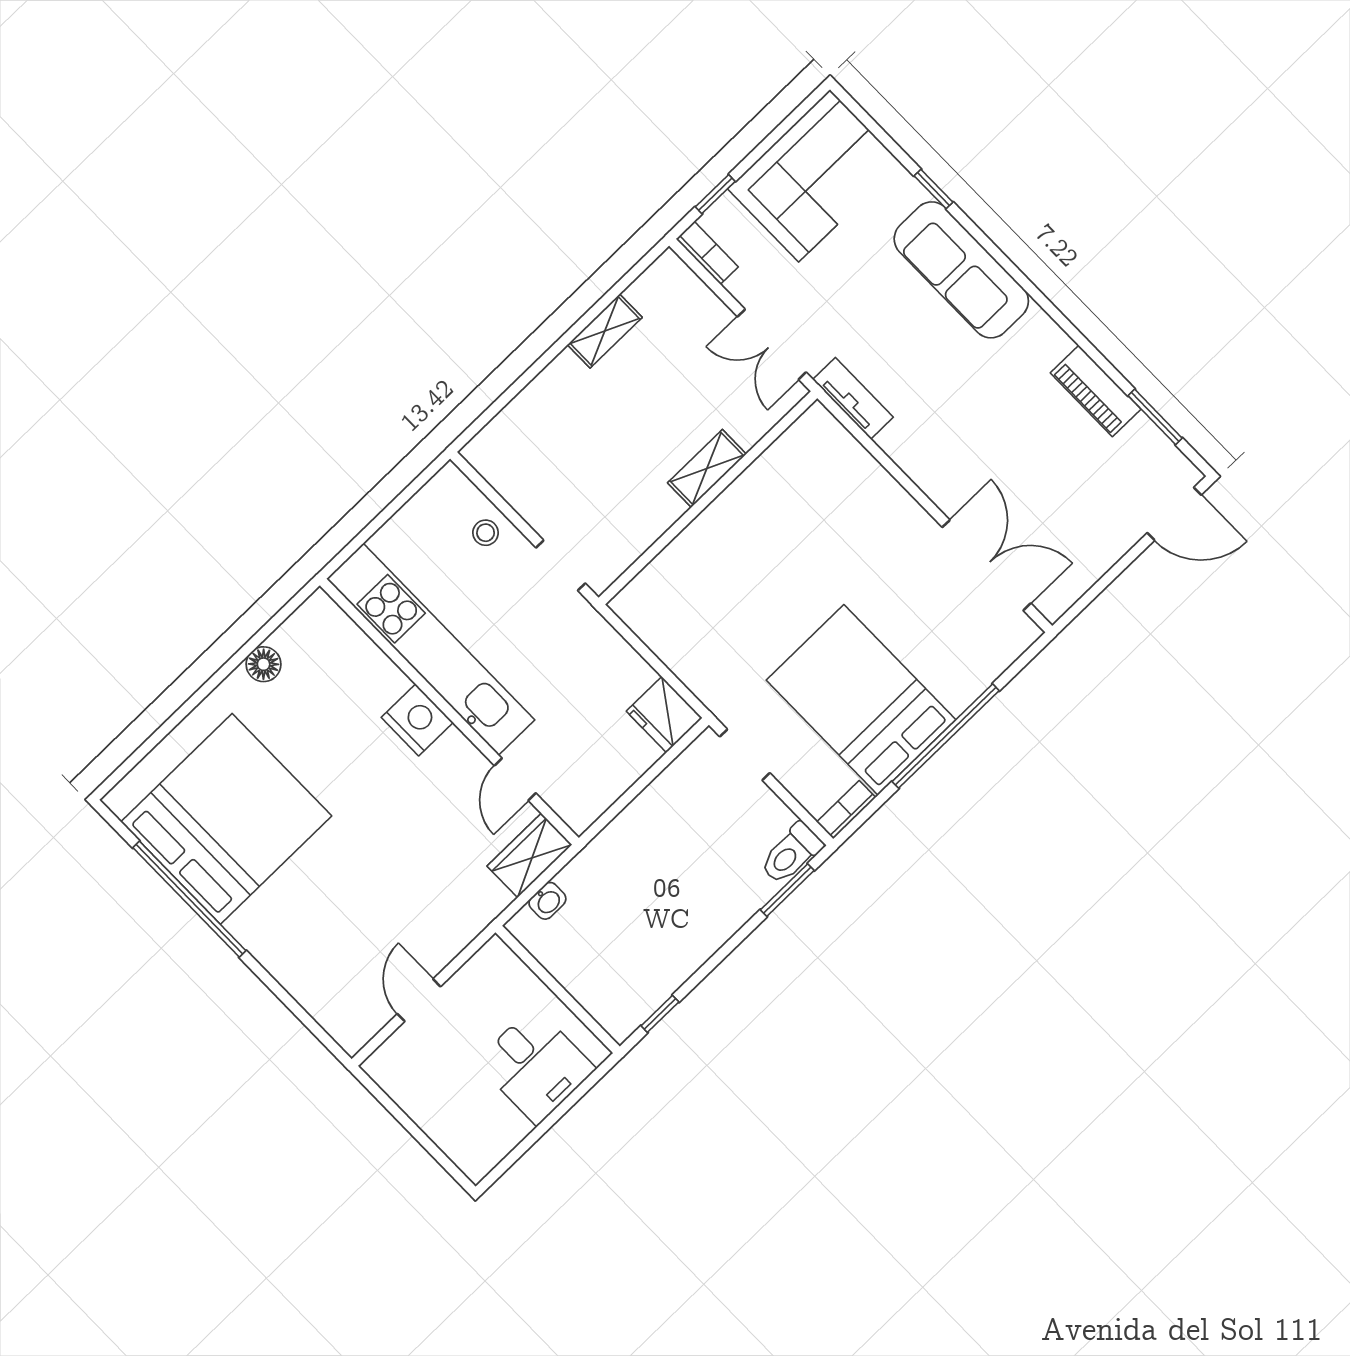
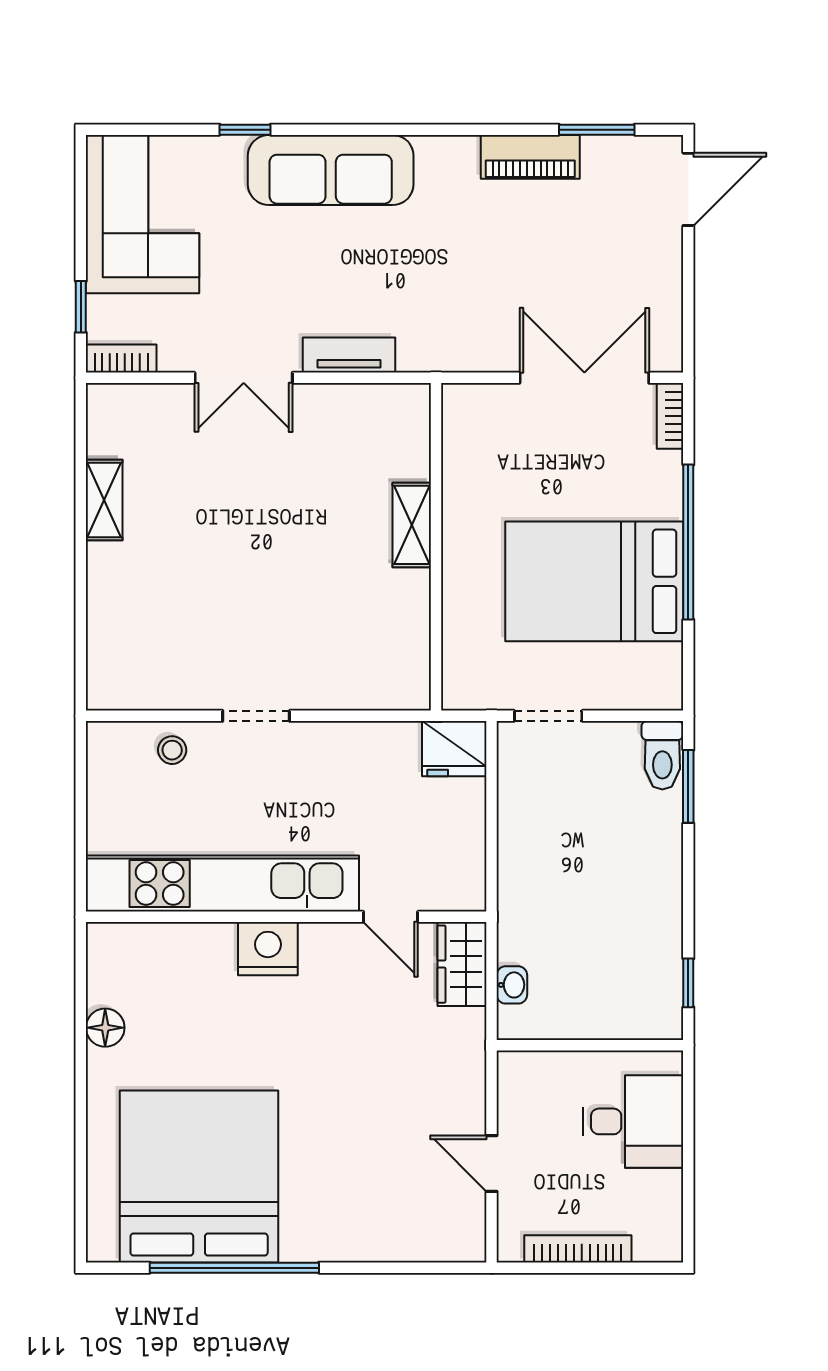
shelving: (707, 468) -> (412, 525), moved
wall: (708, 498) -> (436, 547), moved
bookcase: (846, 810) -> (670, 416), moved
bookcase: (418, 1110) -> (578, 1249), added

